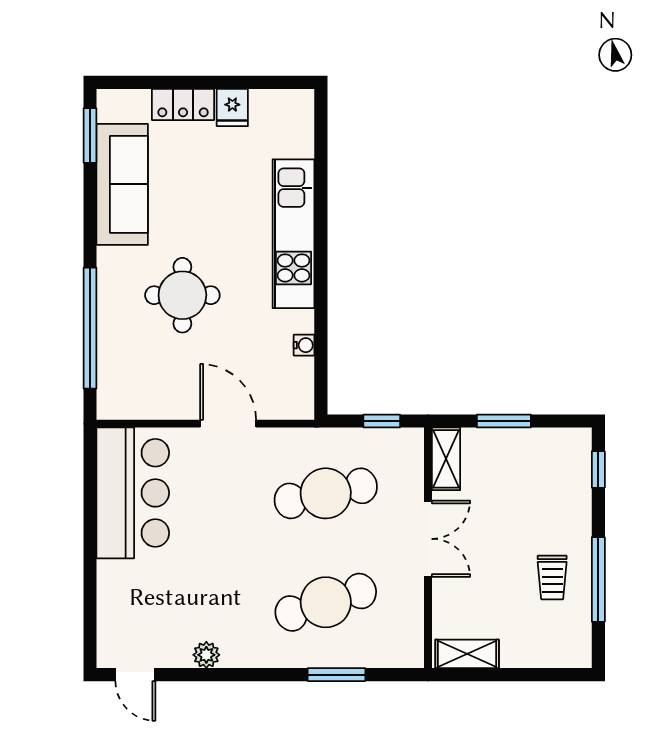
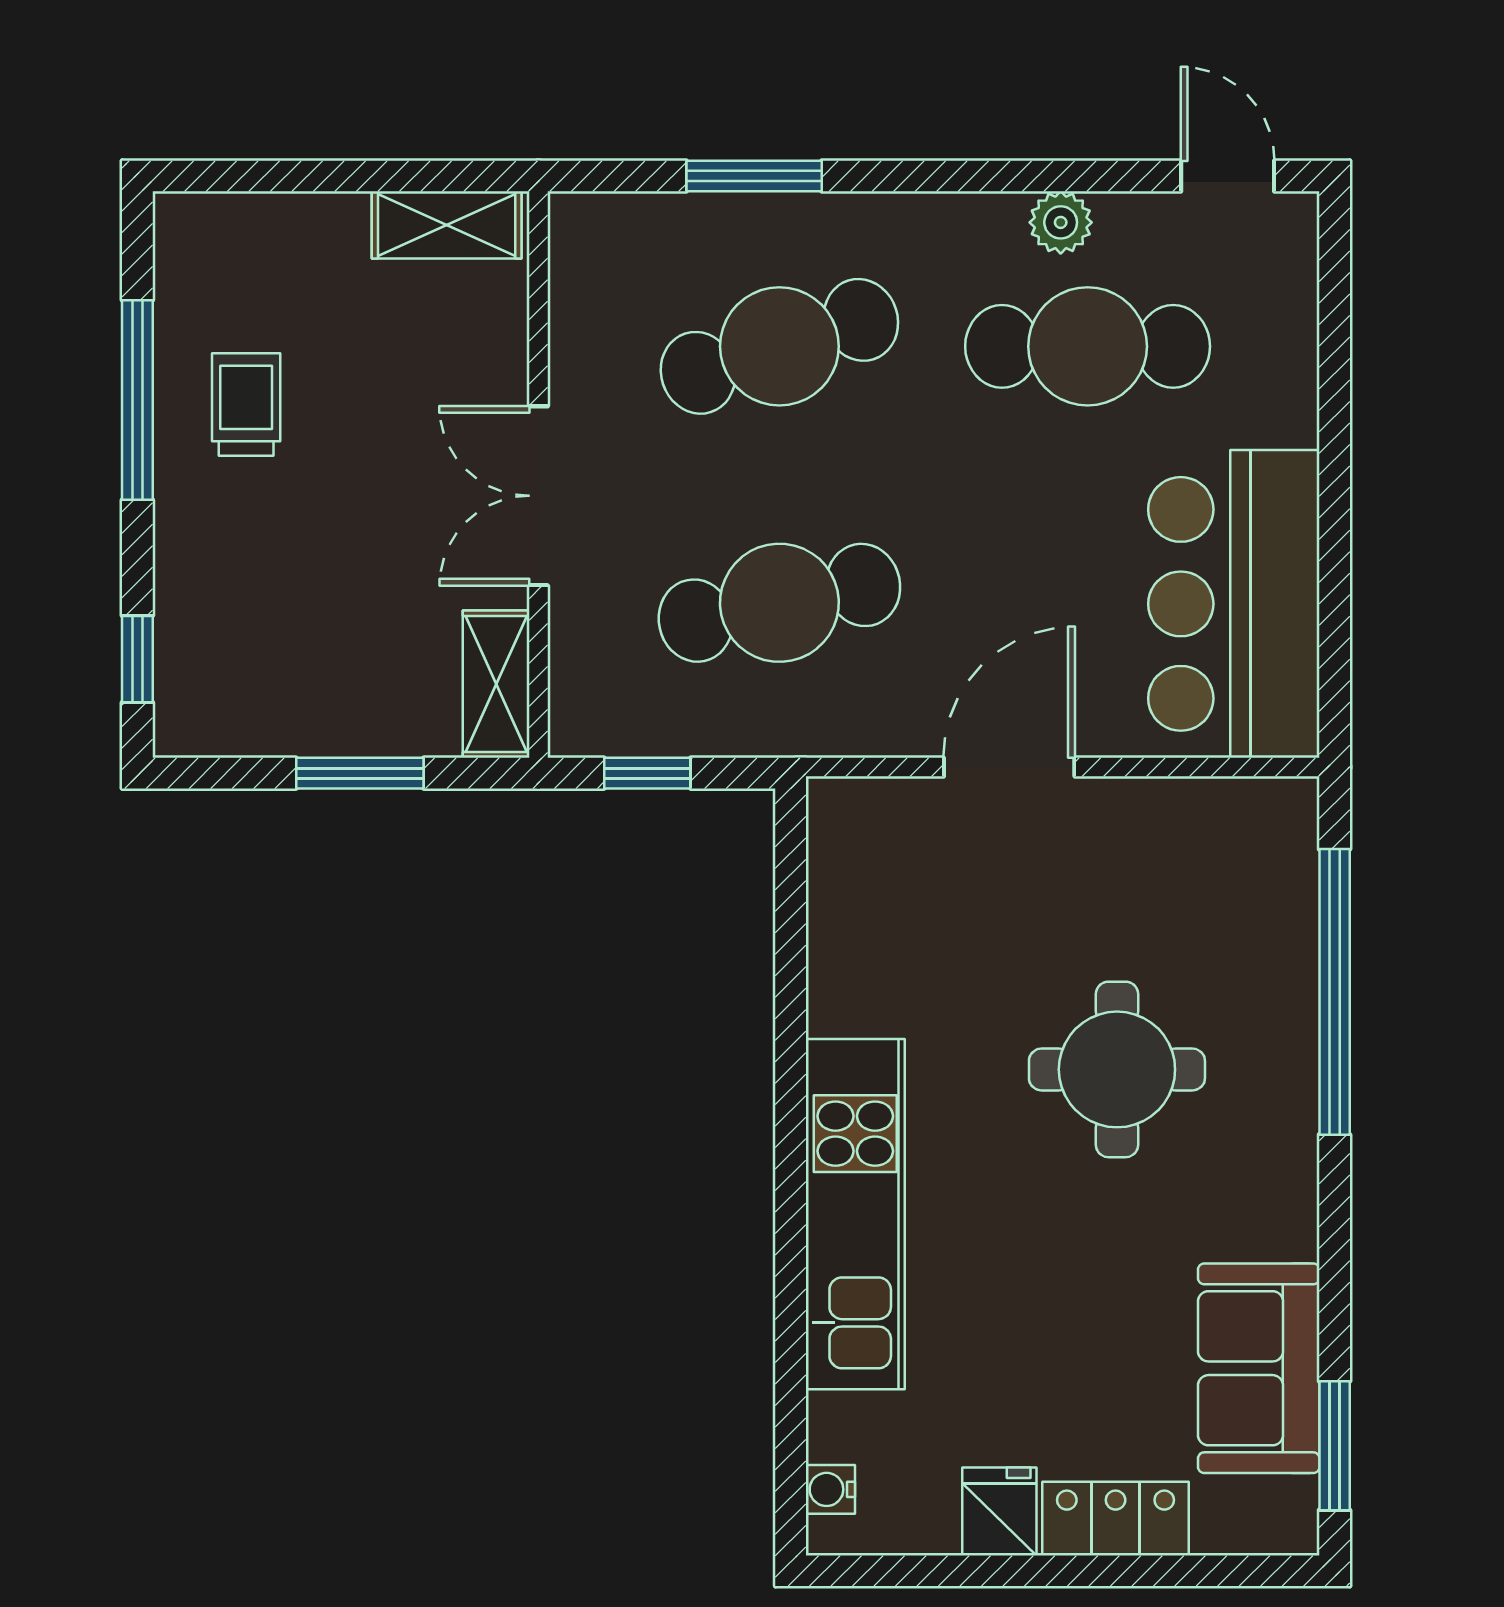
sofa: (122, 184) -> (1259, 1368), width x0.73
water cooler: (304, 345) -> (830, 1489), moved
door: (228, 424) -> (1009, 767), swing flipped
cafe table: (195, 602) -> (1088, 346), added

